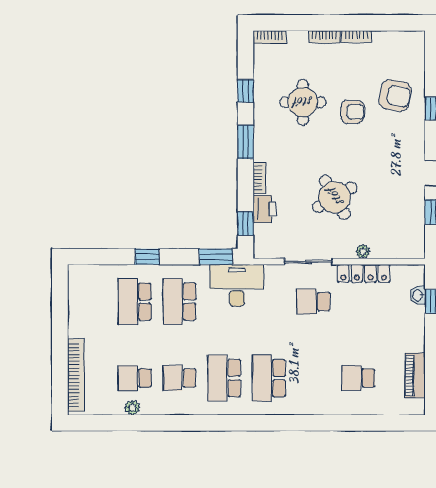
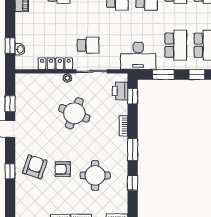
armchair: (395, 96) -> (35, 167), moved, turned 97
round table: (335, 197) -> (74, 113), turned -38
printer: (265, 209) -> (120, 91), moved
plant: (363, 251) -> (67, 78), moved
window: (216, 257) -> (163, 75), moved

